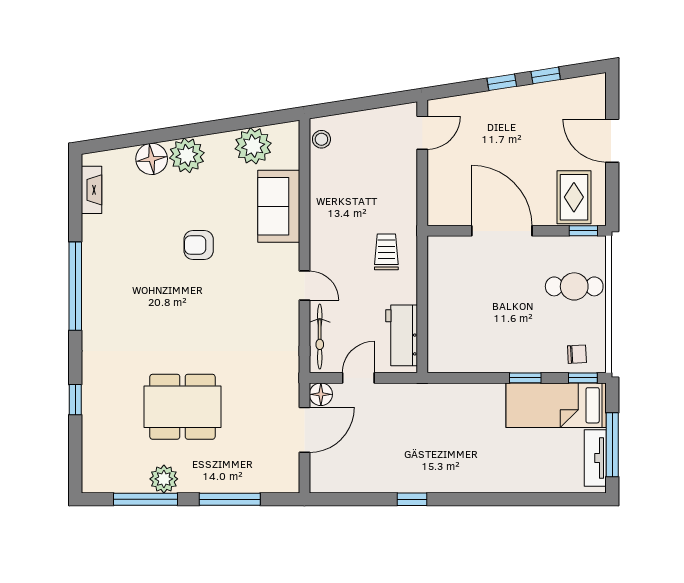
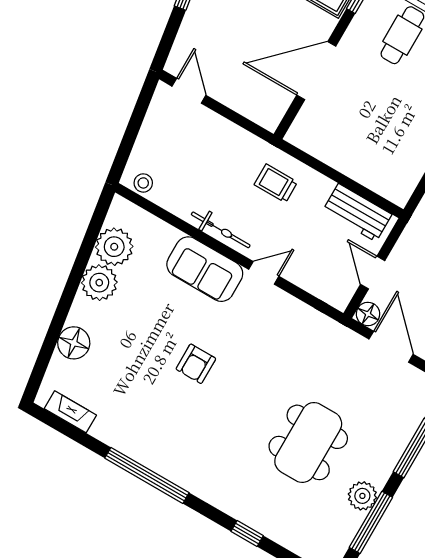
plant: (187, 155) -> (99, 283), moved
sofa: (279, 206) -> (205, 269), moved
armchair: (199, 245) -> (196, 364), moved
bicycle: (320, 337) -> (221, 230), moved

